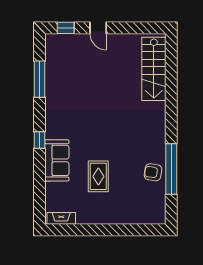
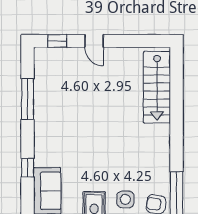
side table: (126, 168) -> (125, 199), added

